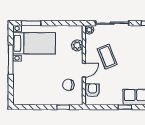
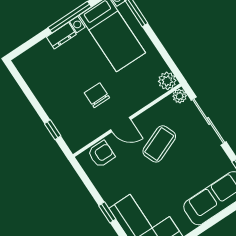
plant: (77, 45) -> (167, 81), moved
dresser: (17, 70) -> (61, 36), added
chair: (68, 85) -> (97, 95), moved

